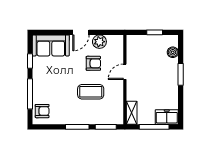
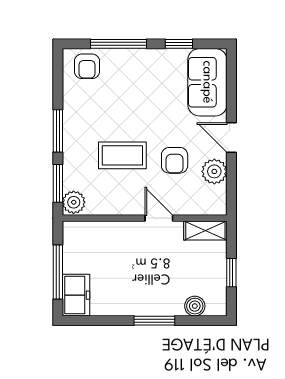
coffee table: (91, 92) -> (122, 155), turned 90
shelving: (132, 113) -> (205, 230), moved
plant: (116, 118) -> (74, 202), added

